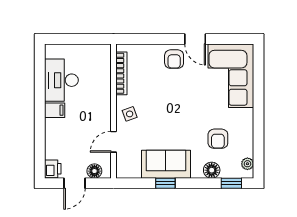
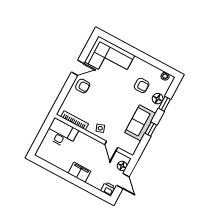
desk: (61, 80) -> (62, 133), moved, turned 180
filing cabinet: (55, 110) -> (79, 172), width x2.00
window: (231, 183) -> (164, 104), moved

